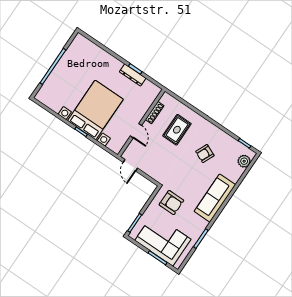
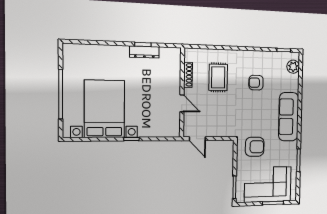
bed with nightstands: (95, 110) -> (104, 109), moved
armchair: (205, 154) -> (256, 83), turned 66

